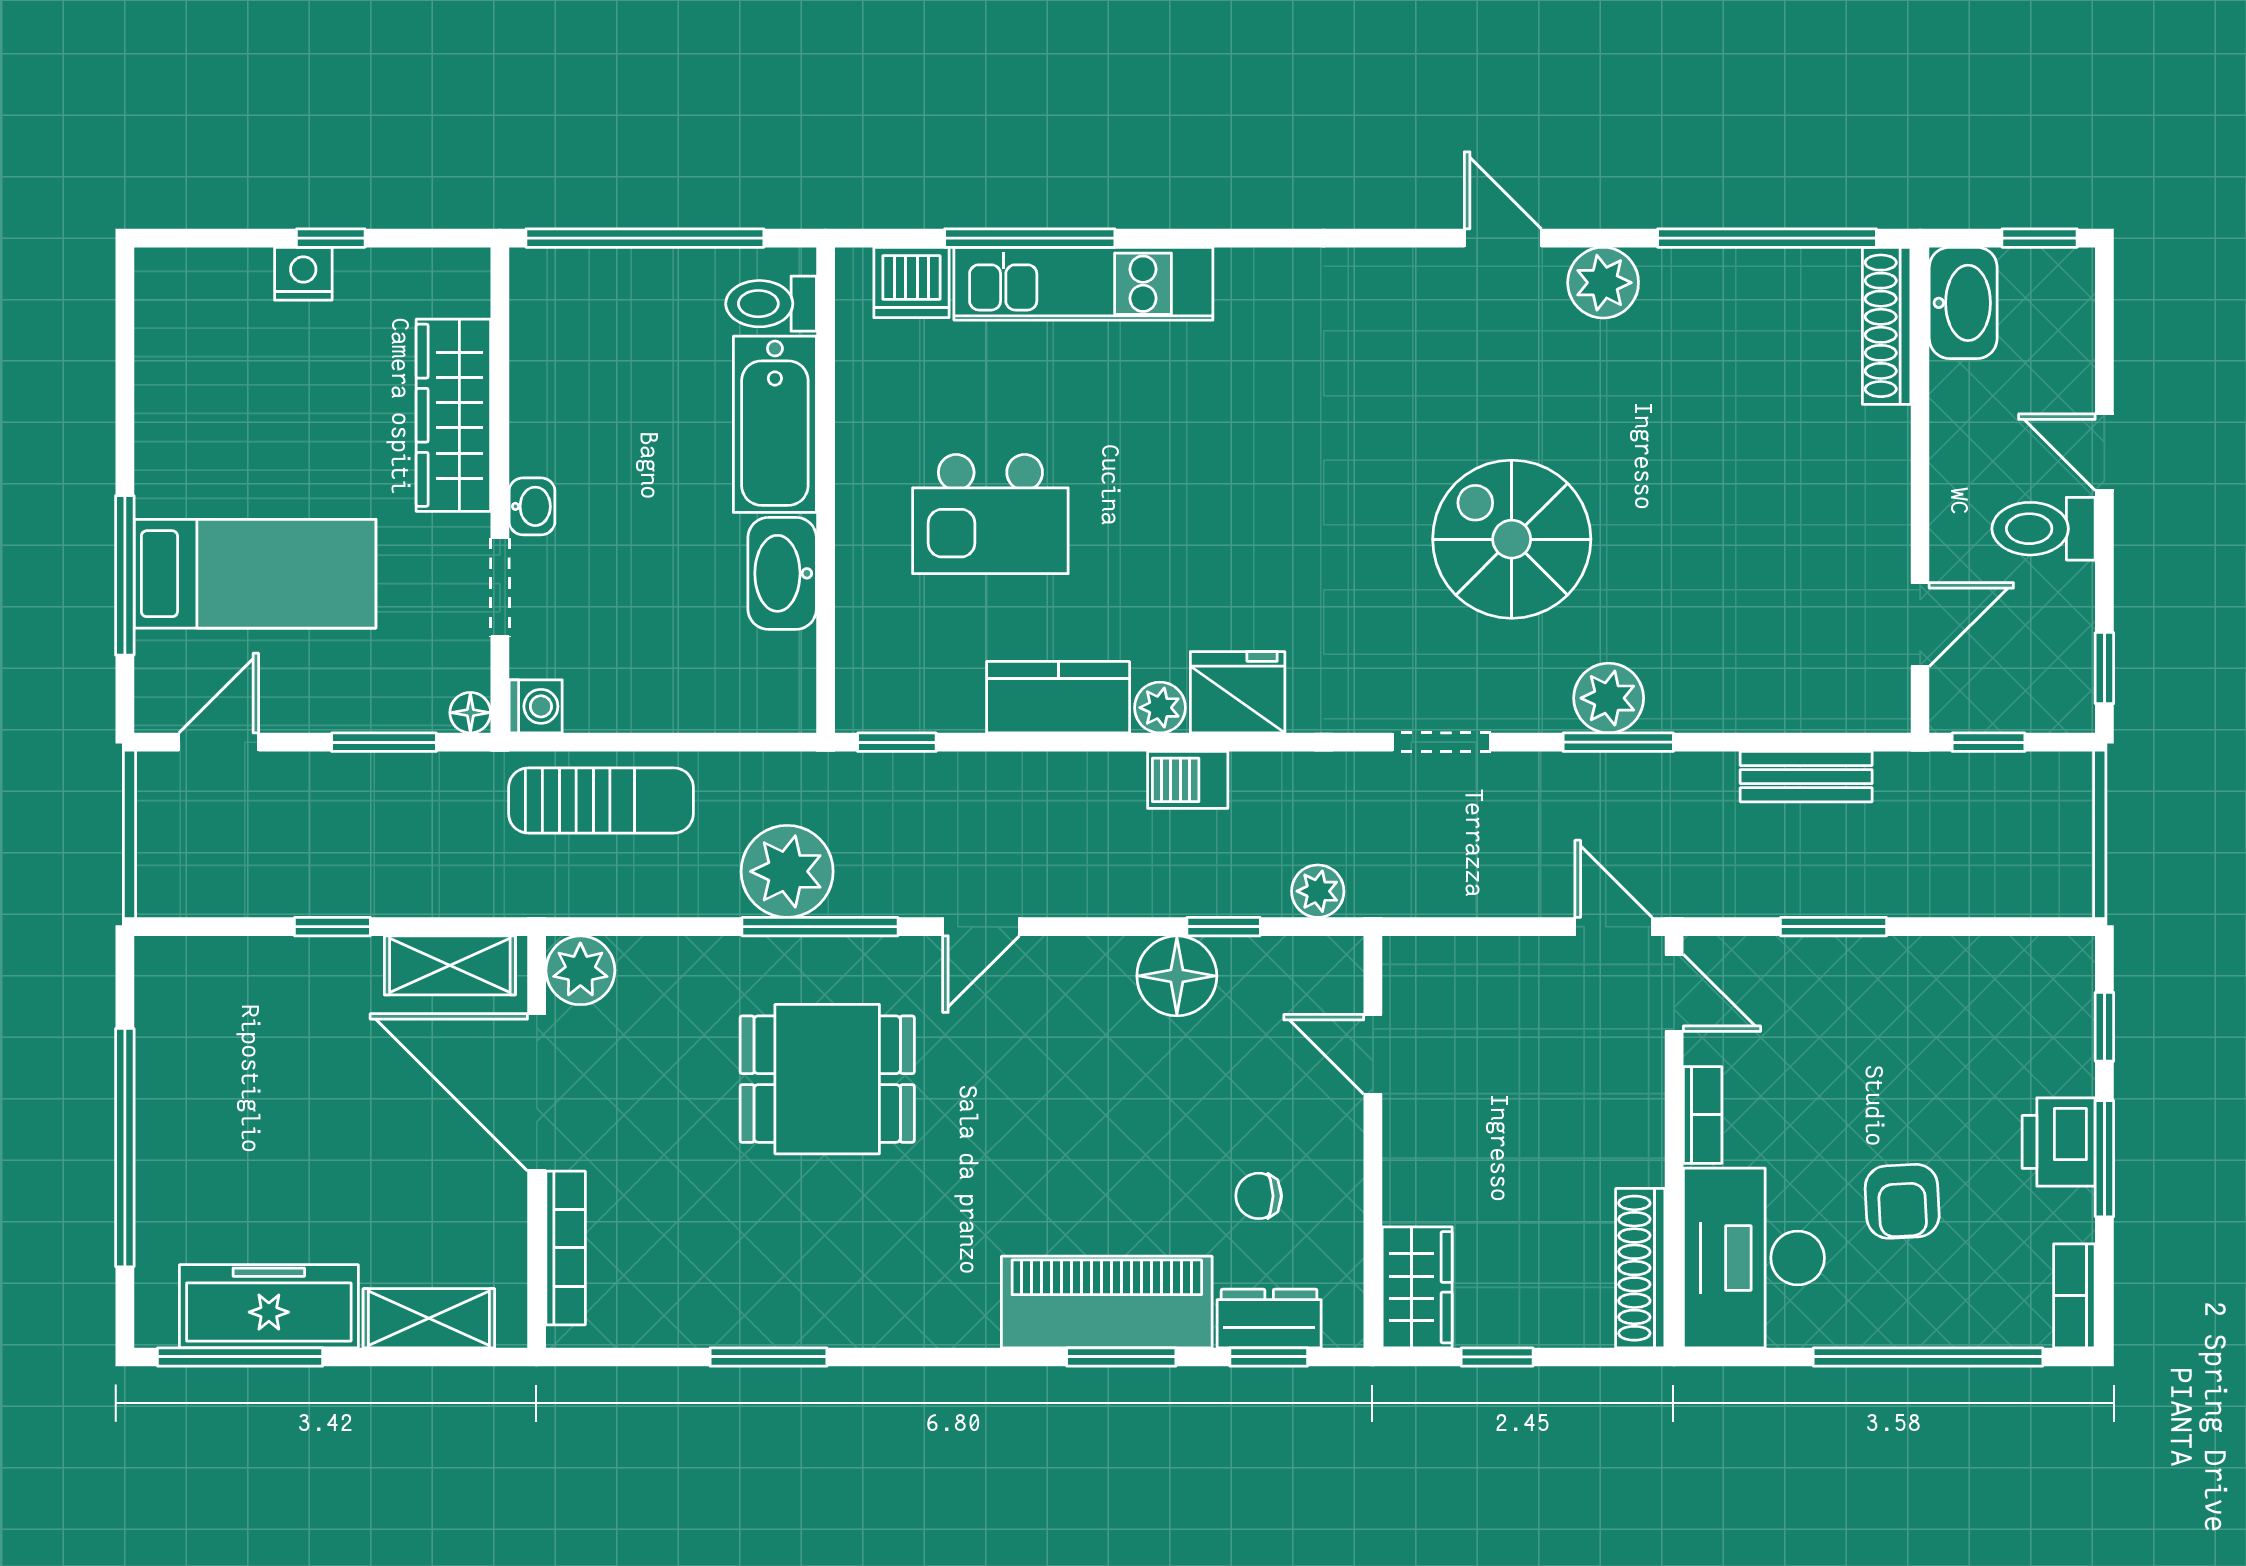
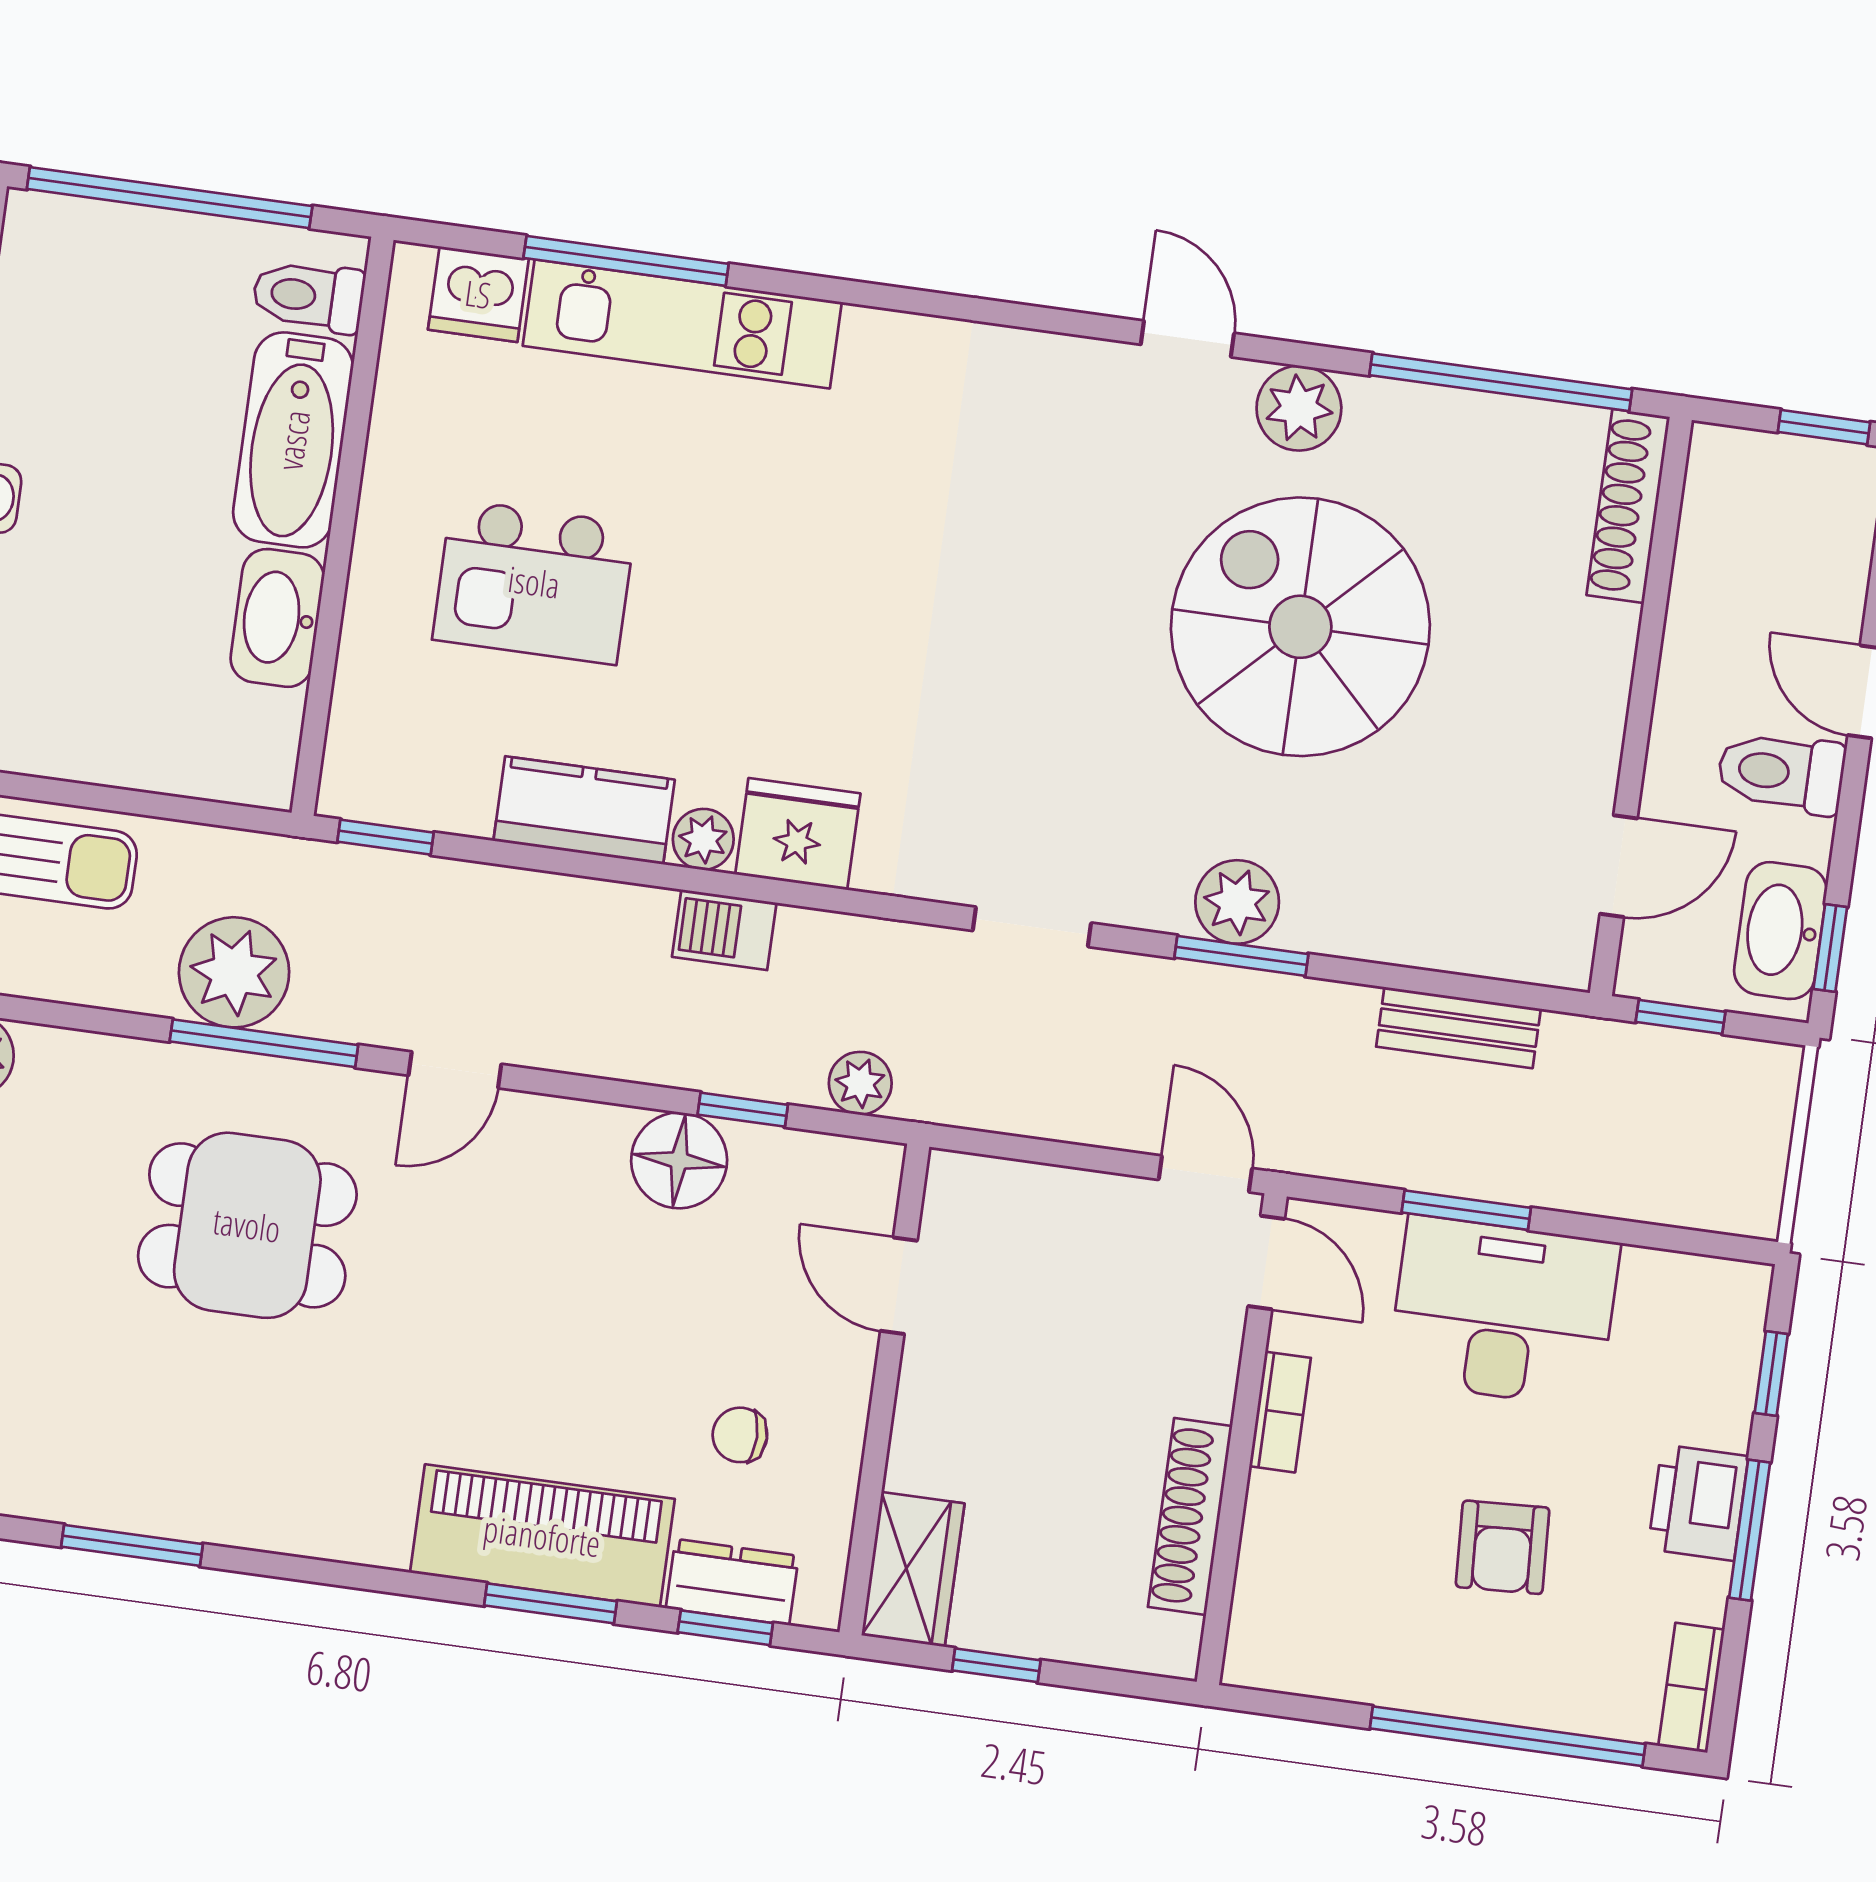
washbasin: (1963, 303) -> (1780, 931), moved, turned 180
spiral stairs: (1512, 539) -> (1300, 627), moved, width x1.37, depth x1.37
desk: (1754, 1258) -> (1503, 1312), moved, turned 90
shoe rack: (1640, 1268) -> (1190, 1517), moved

